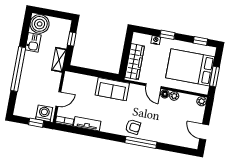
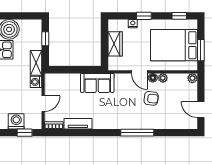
wardrobe: (135, 62) -> (115, 44), width x0.67
washing machine: (56, 77) -> (36, 82), added
washing machine: (44, 113) -> (16, 121), moved
armchair: (133, 127) -> (151, 98), moved

